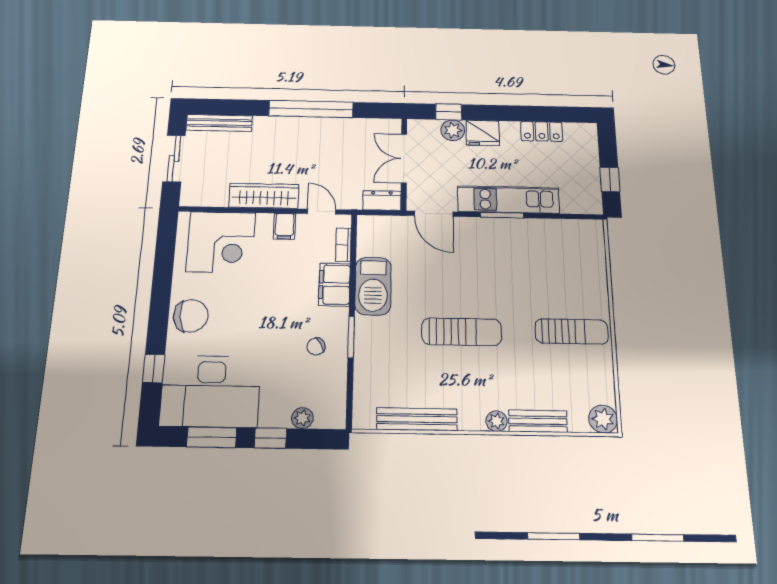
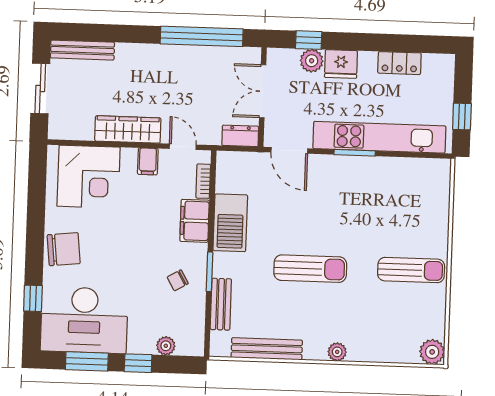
window: (311, 109) -> (202, 36), moved
kitchen unit: (508, 200) -> (379, 137), width x1.36
bench: (538, 421) -> (221, 304), moved, turned 90

